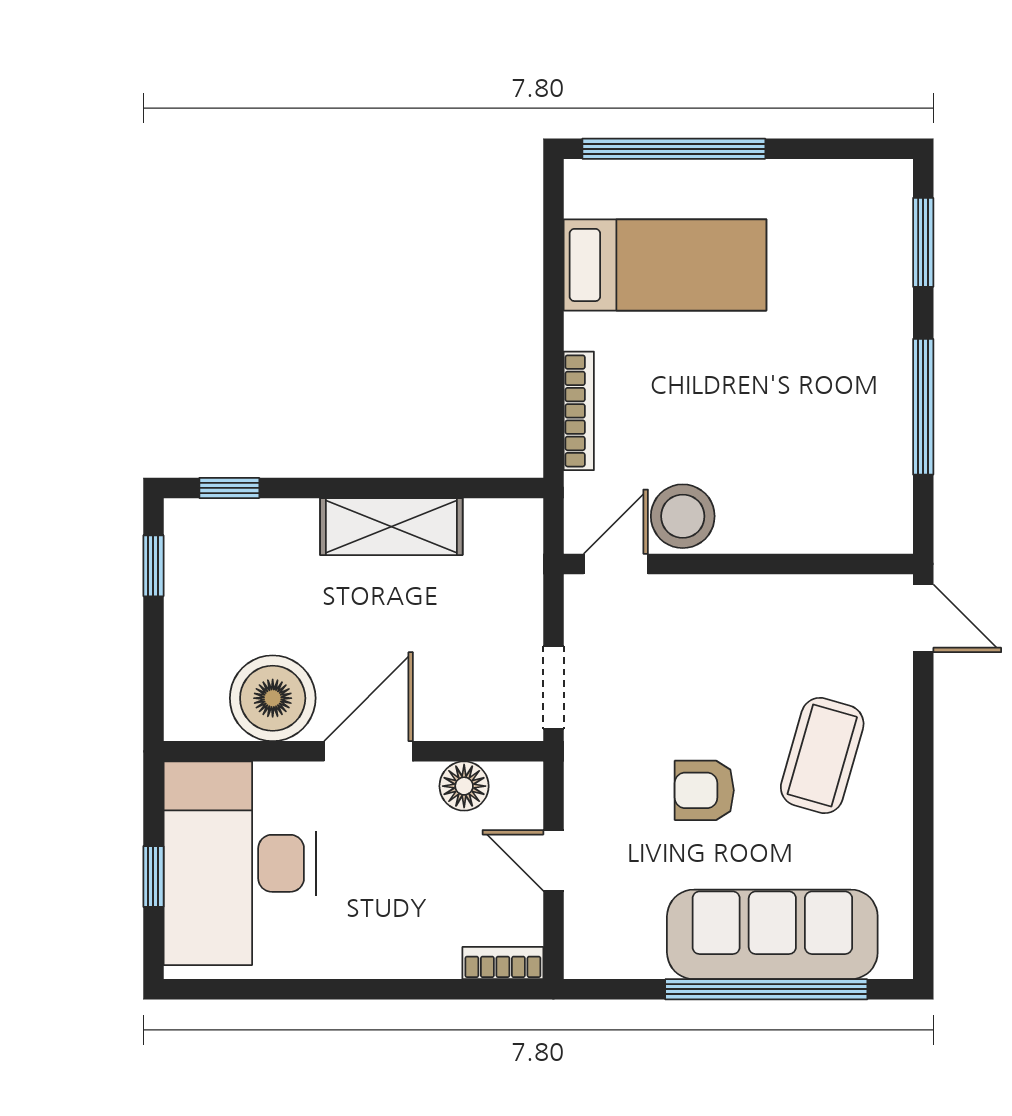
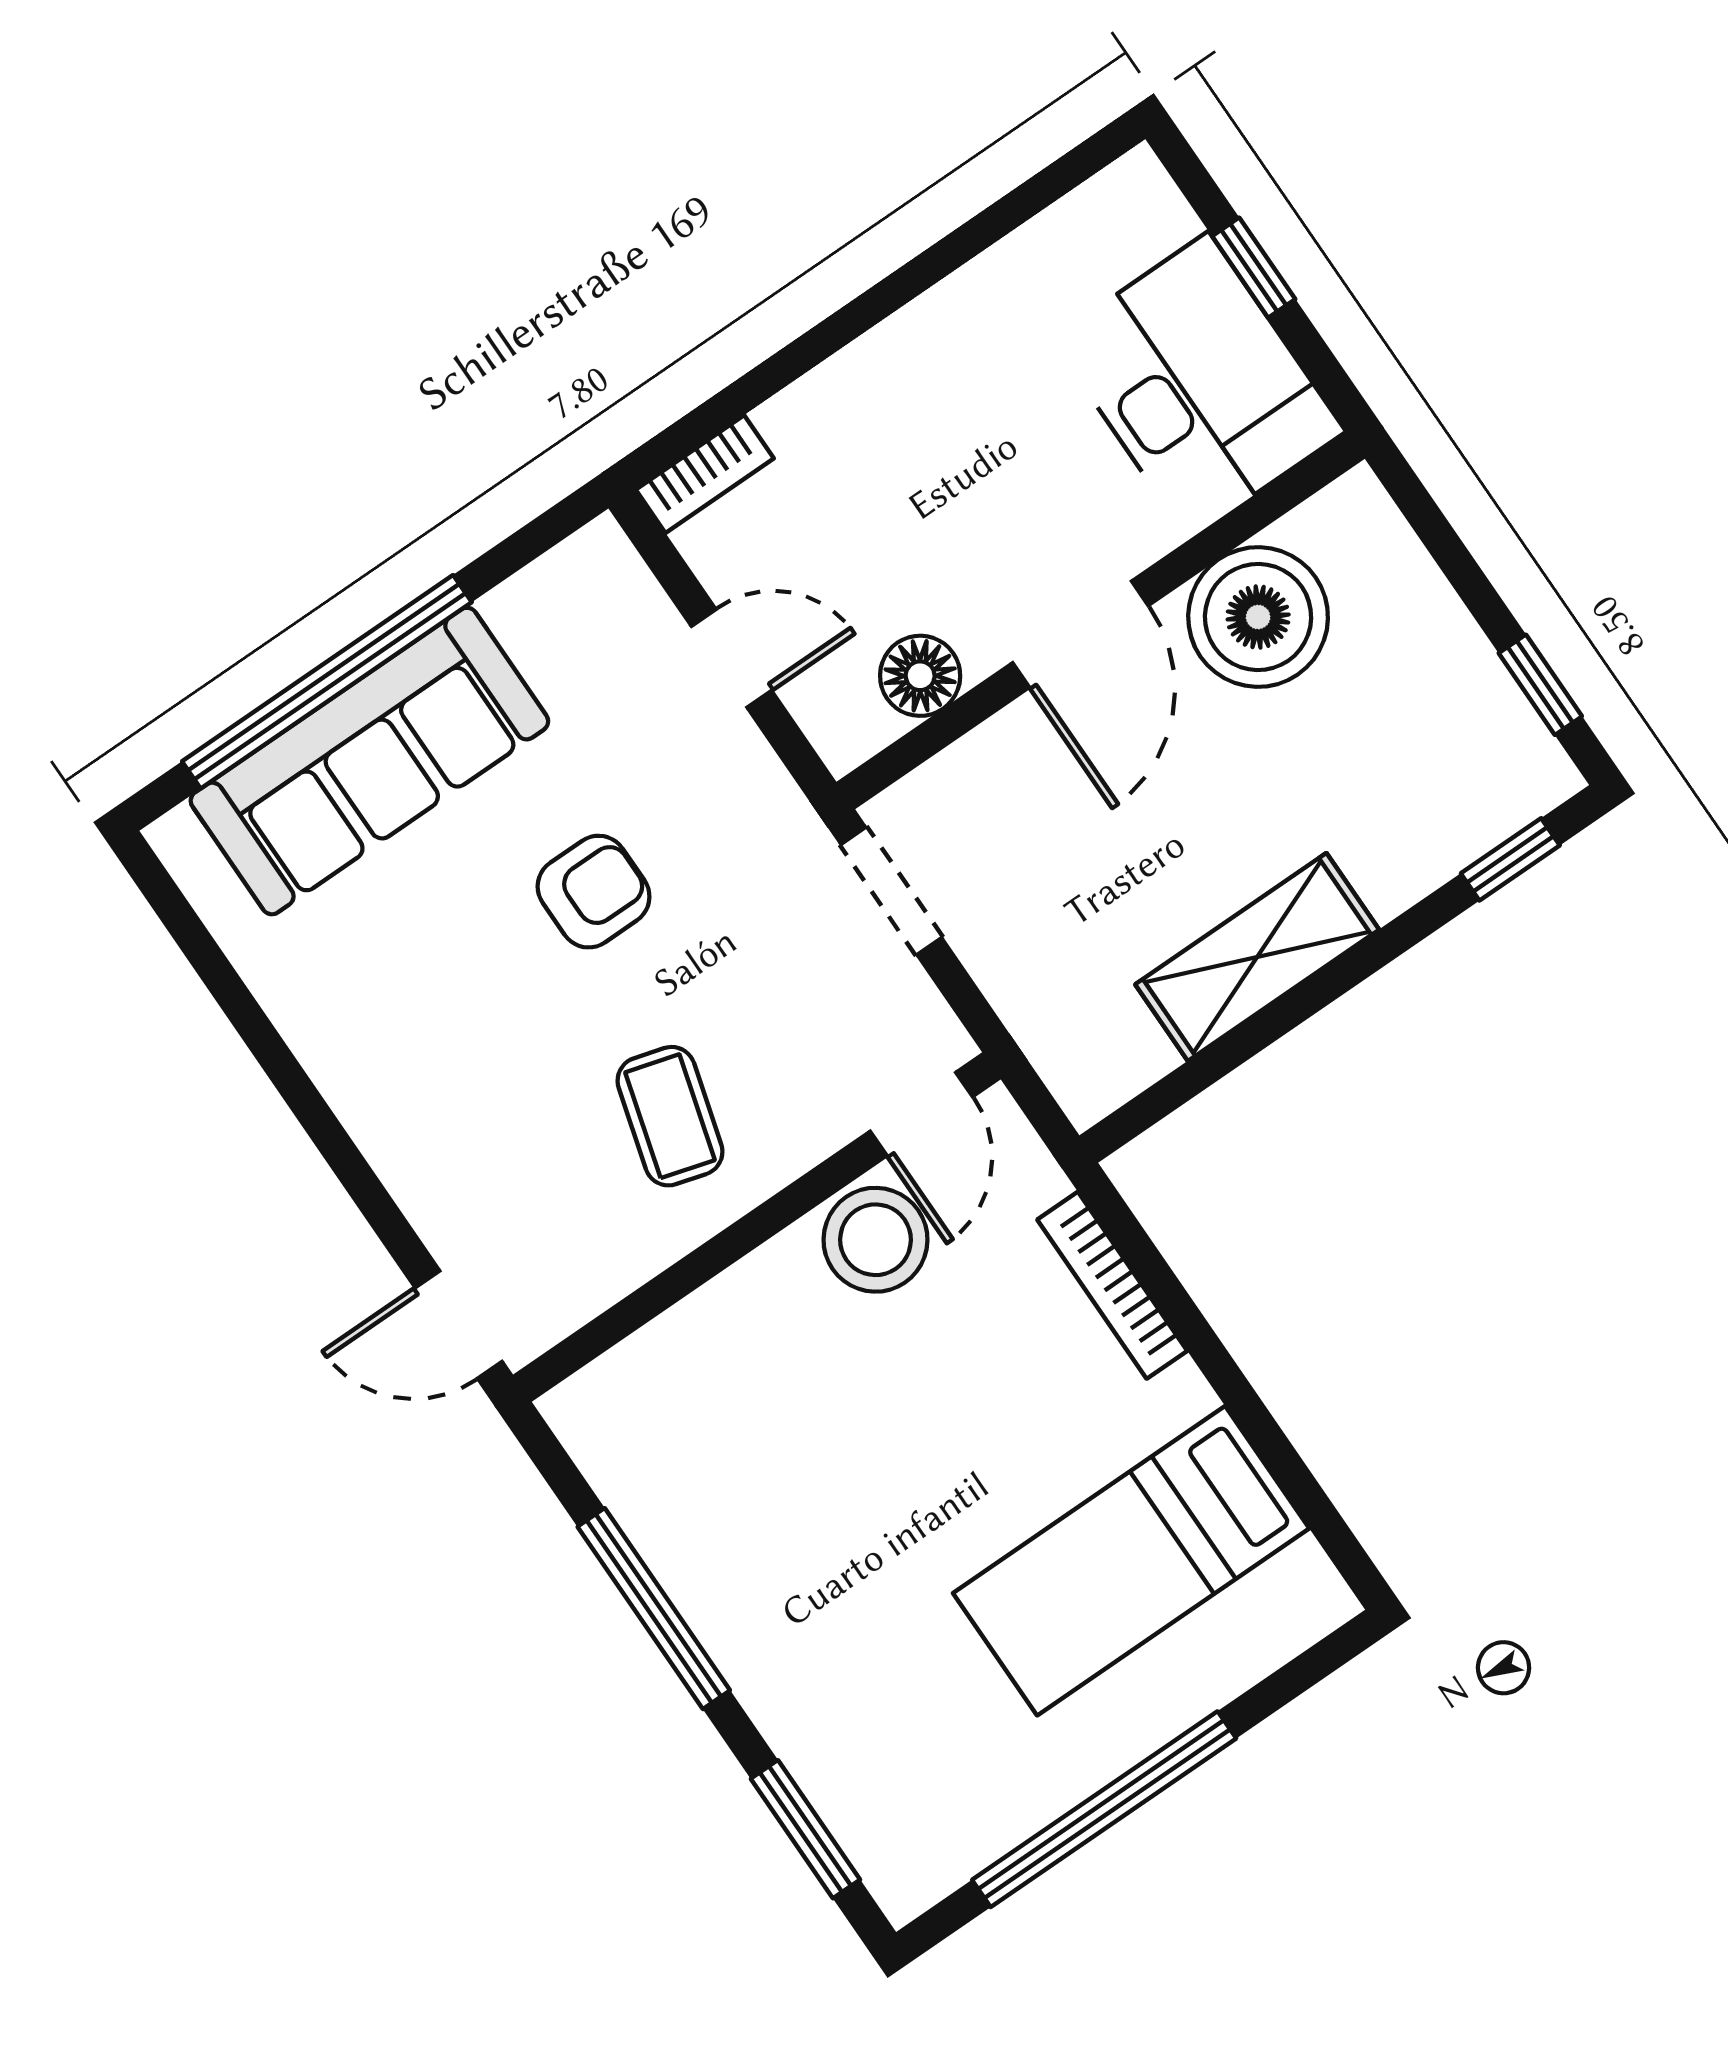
window: (674, 149) -> (1104, 1809), moved
coffee table: (822, 756) -> (670, 1116), moved, width x0.73, depth x0.77
desk: (240, 863) -> (1199, 385), width x0.73, depth x0.77

